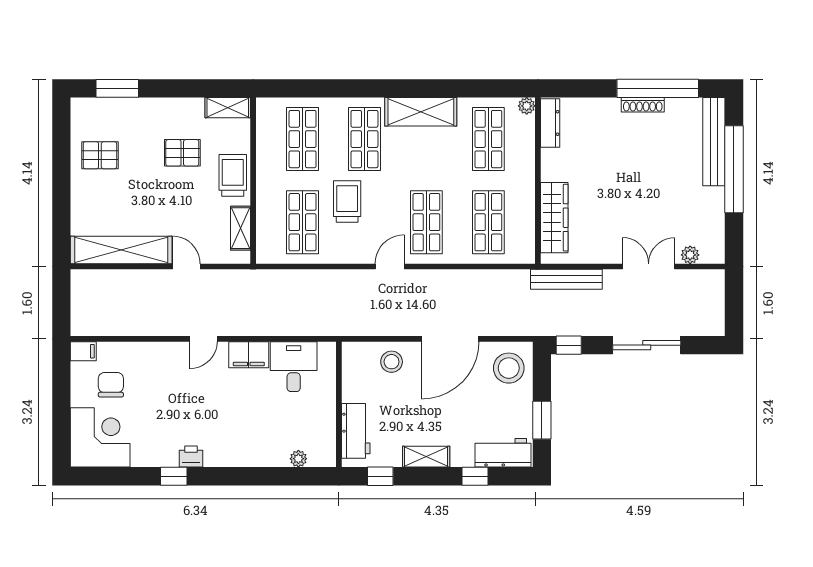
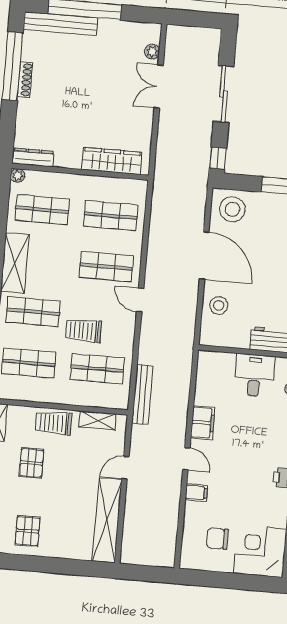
bench: (566, 279) -> (142, 395), moved
filing cabinet: (83, 351) -> (196, 493), moved, turned 90
desk: (294, 367) -> (254, 375), moved, turned 90

